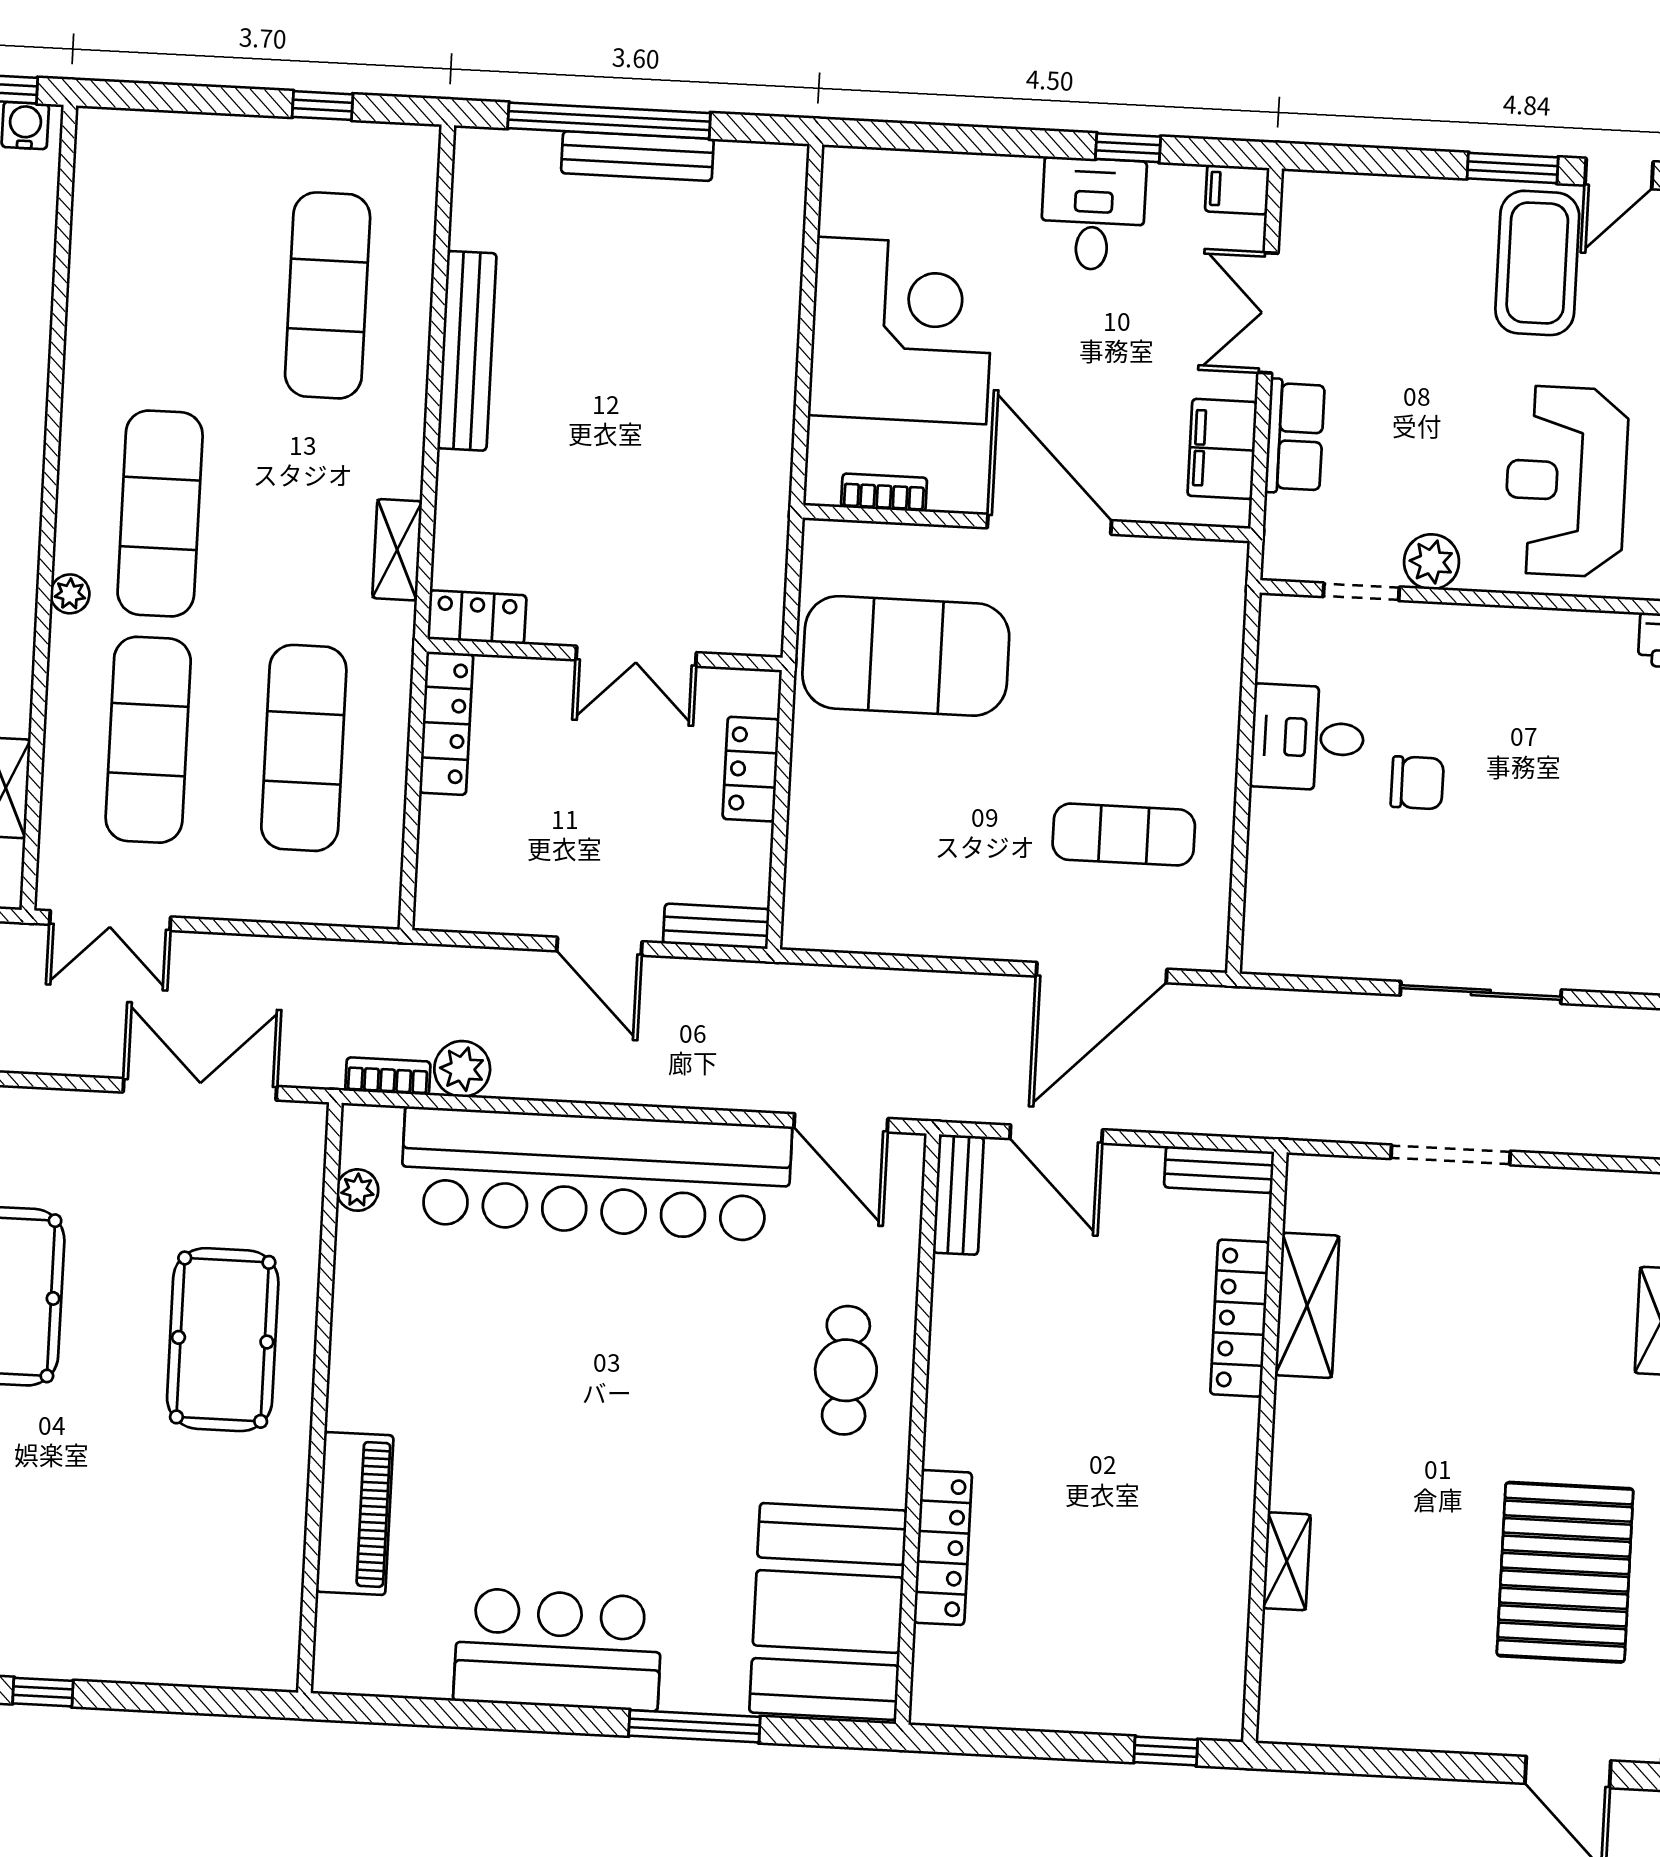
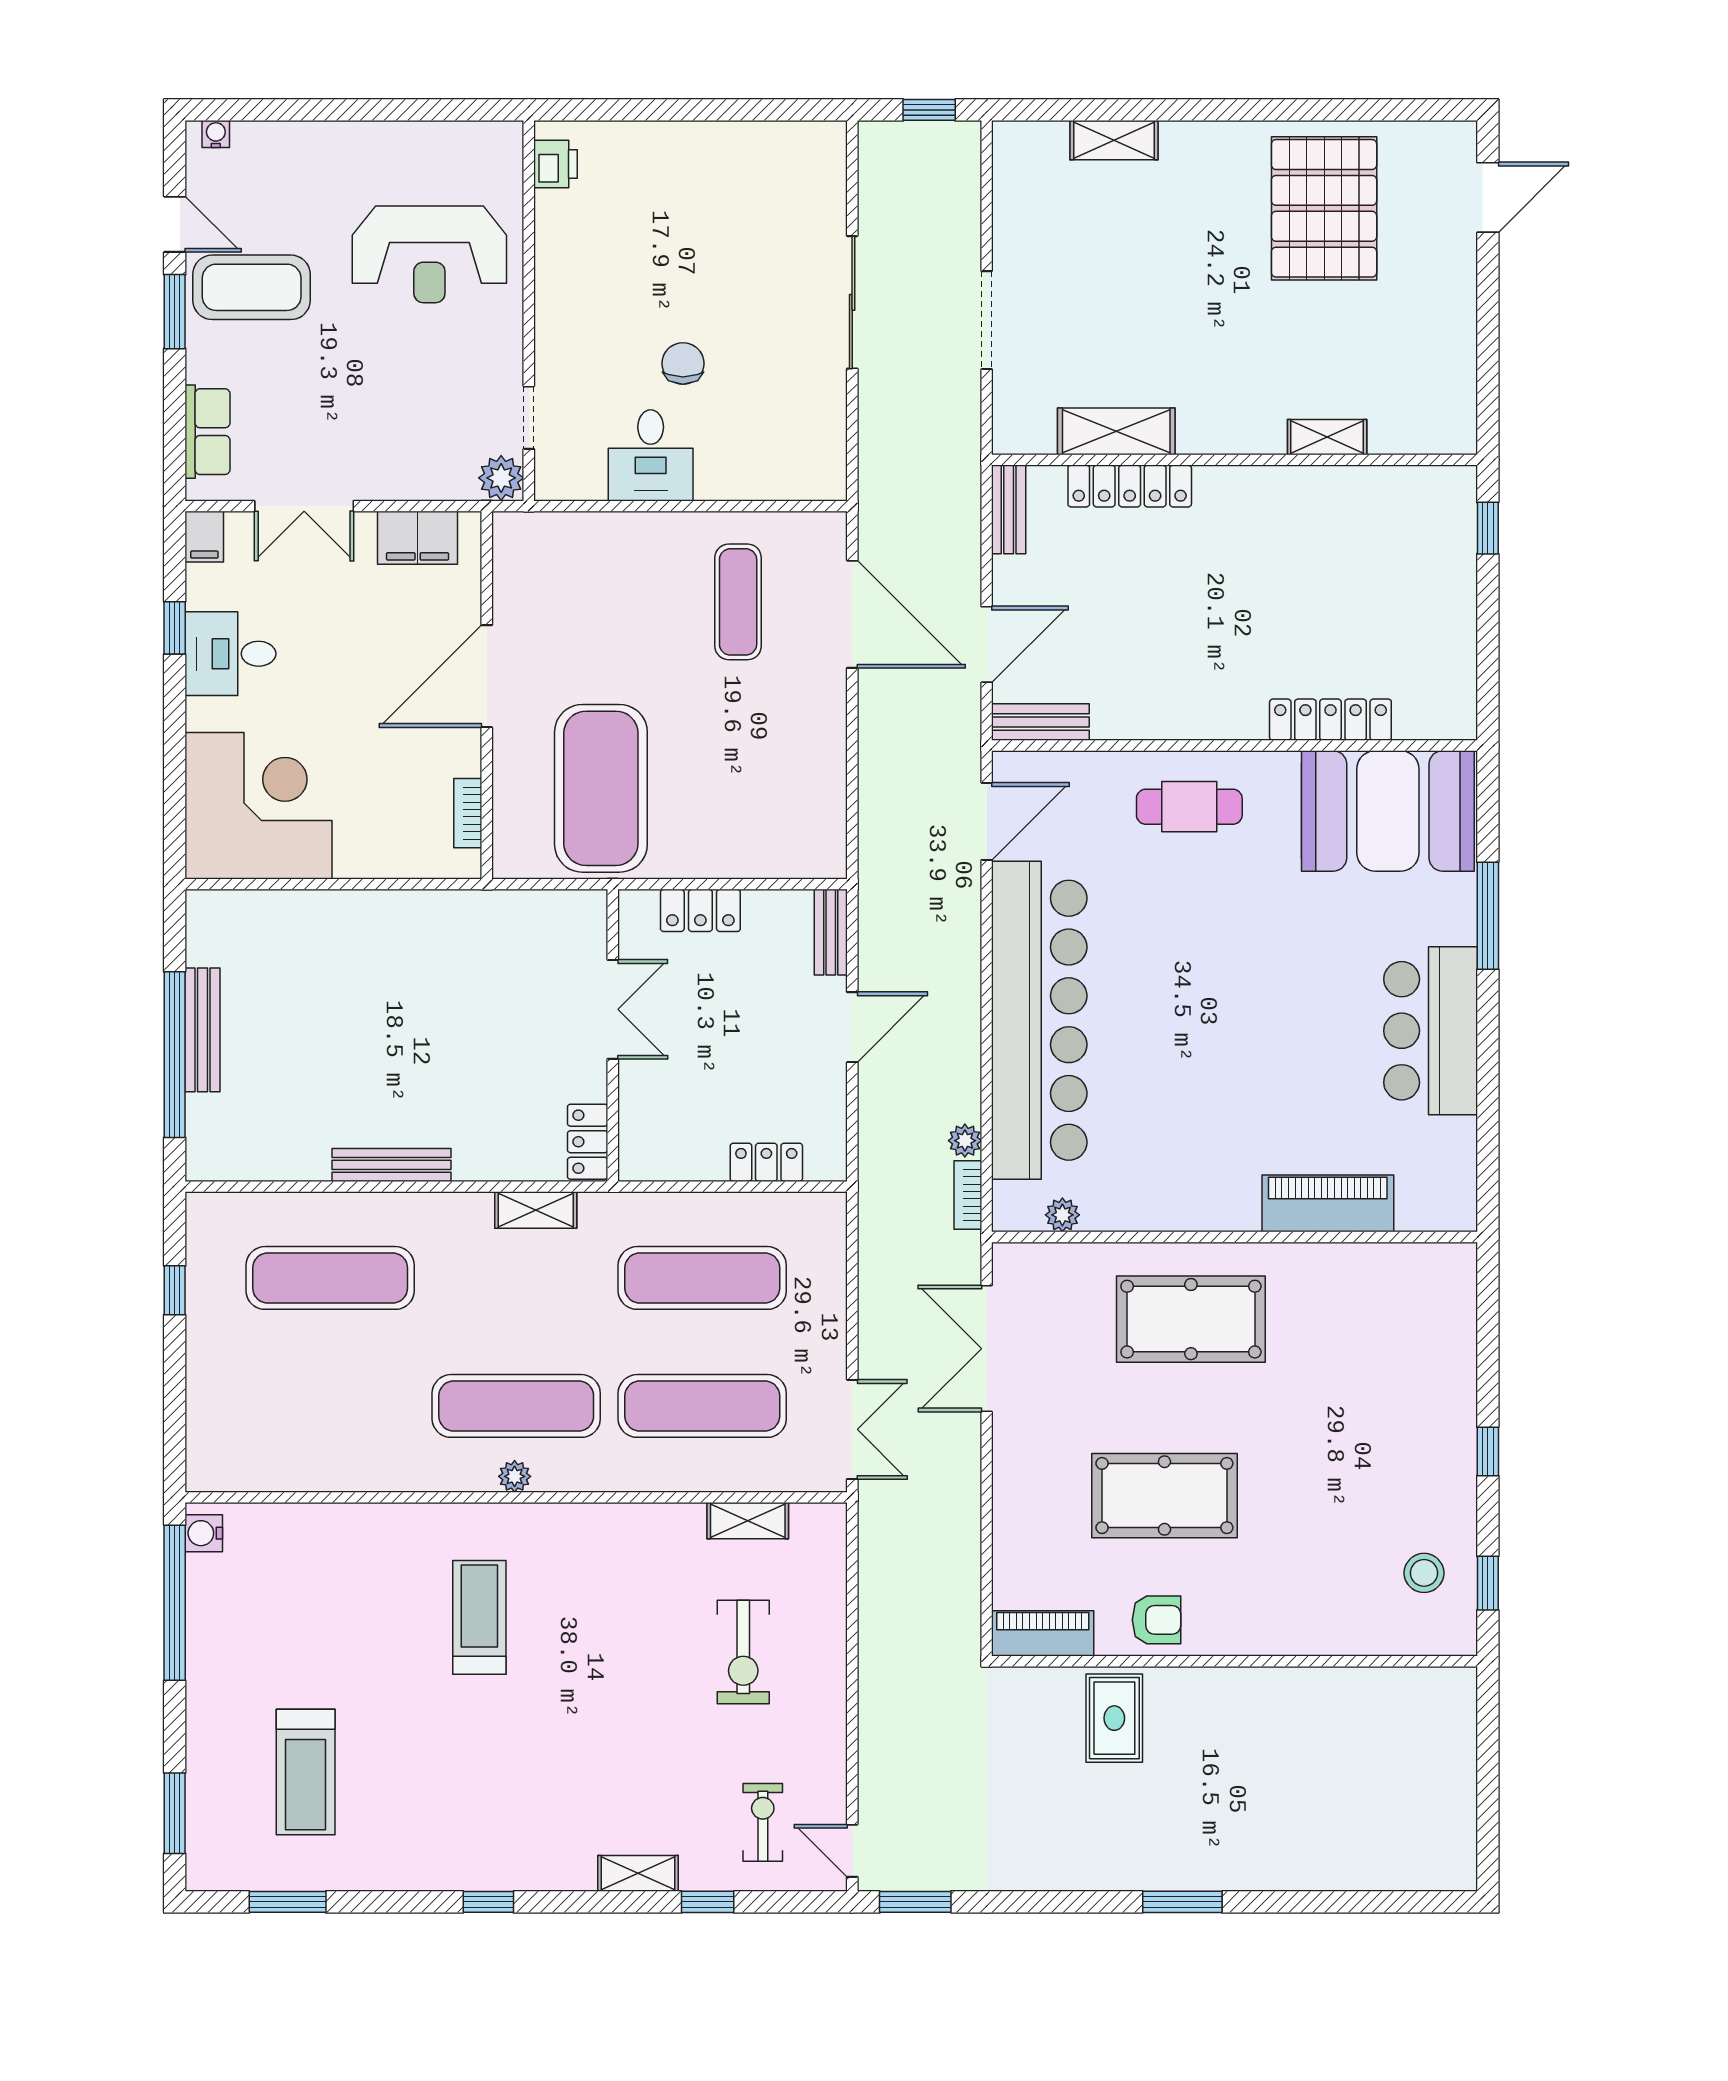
corner desk: (902, 330) -> (259, 806), moved, turned 90
bench: (467, 351) -> (391, 1165), width x0.73, depth x0.82
row of seats: (1295, 437) -> (208, 432), moved, turned 90
plant: (1431, 562) -> (501, 478), moved
plant: (70, 594) -> (515, 1476), moved
locker: (446, 723) -> (766, 1162), moved, width x0.66
plant: (462, 1069) -> (965, 1141), width x0.73, depth x0.73
pallet: (1565, 1572) -> (1324, 208), turned 90

